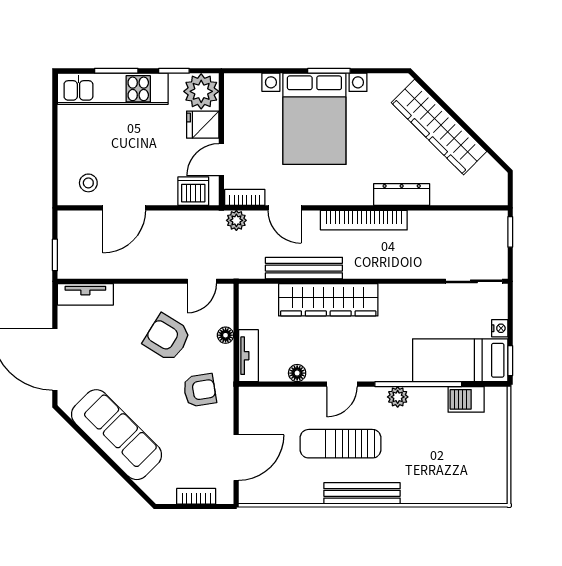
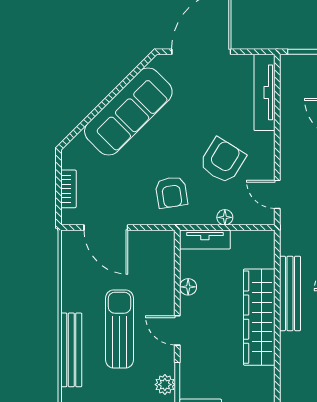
tv unit: (85, 294) -> (264, 92), width x1.41

